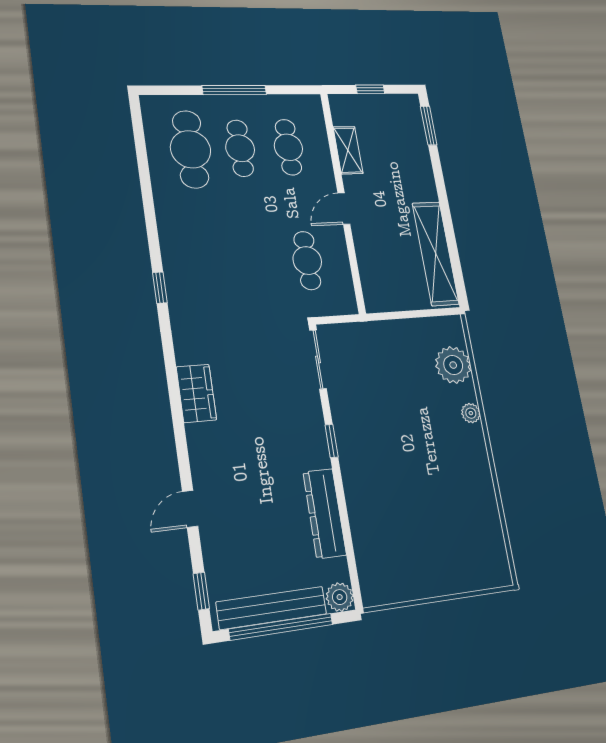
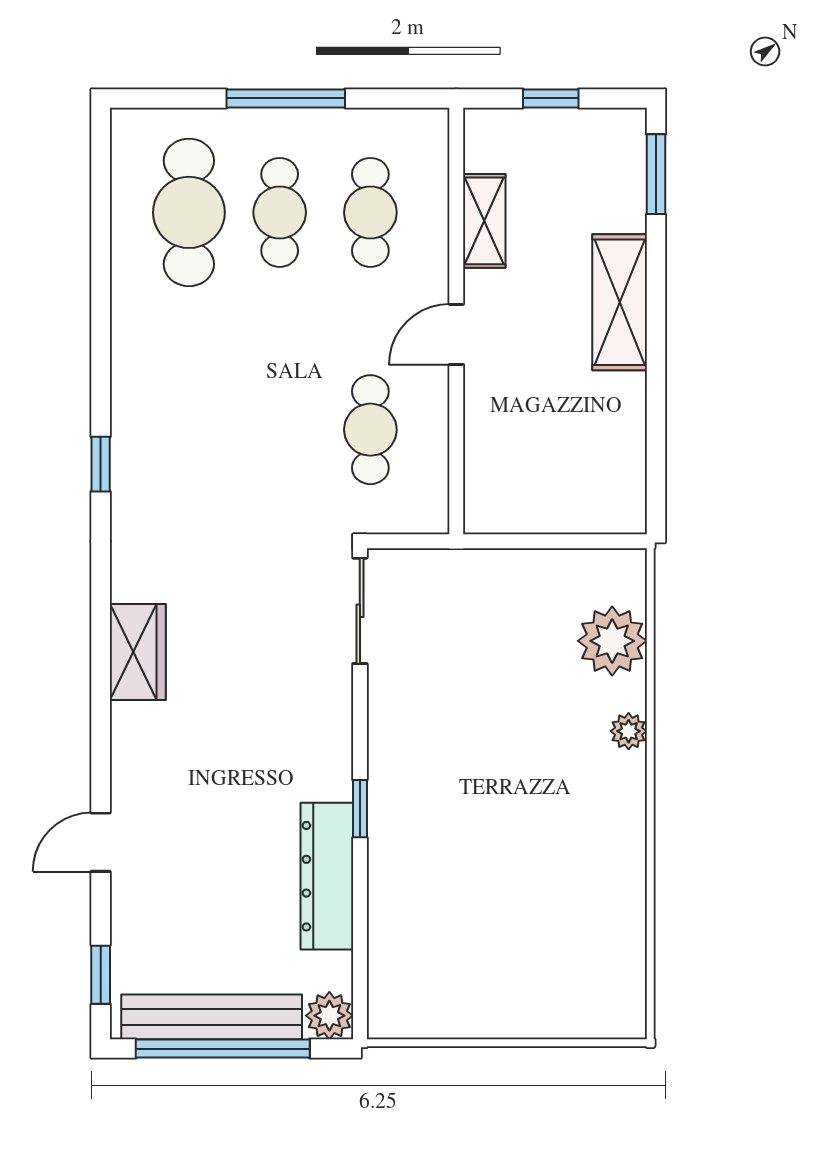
shelving: (436, 253) -> (620, 302), moved, width x0.68
window: (332, 441) -> (360, 809), moved

